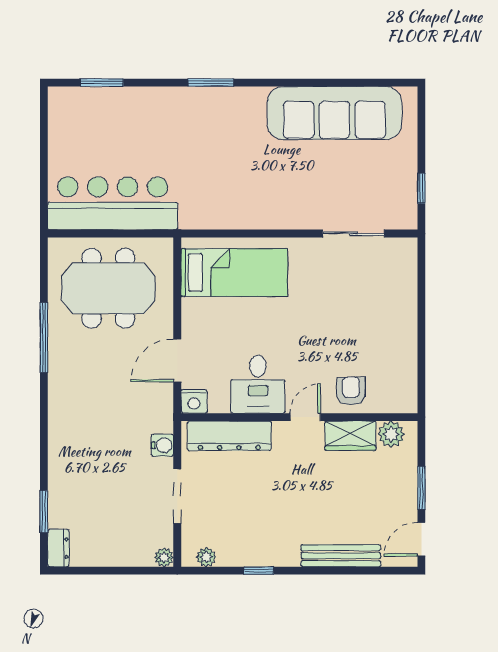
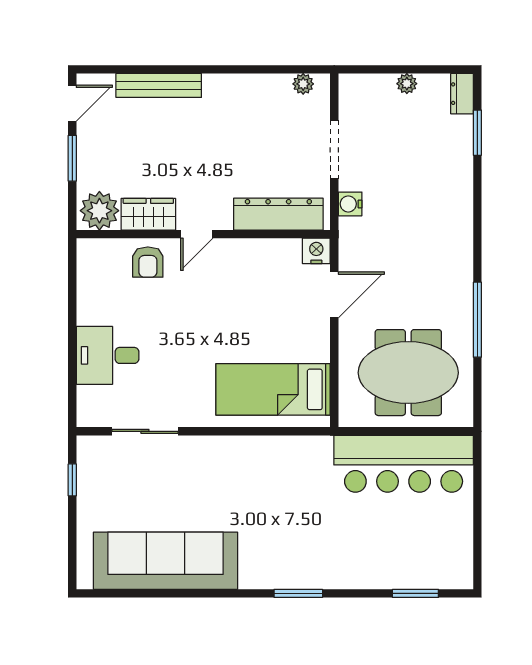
desk: (258, 384) -> (108, 355), moved, turned -90
plant: (391, 434) -> (99, 211), width x1.36, depth x1.36
plant: (164, 557) -> (407, 84), moved
window: (259, 571) -> (247, 69), removed

